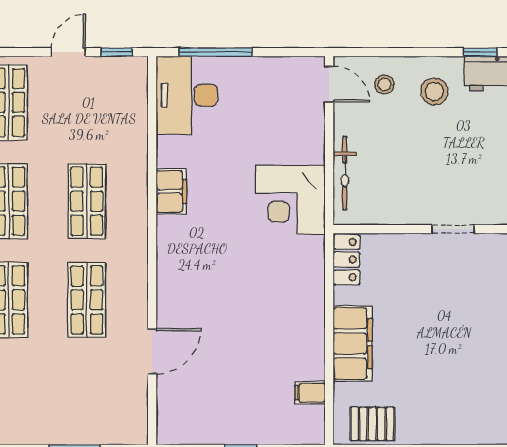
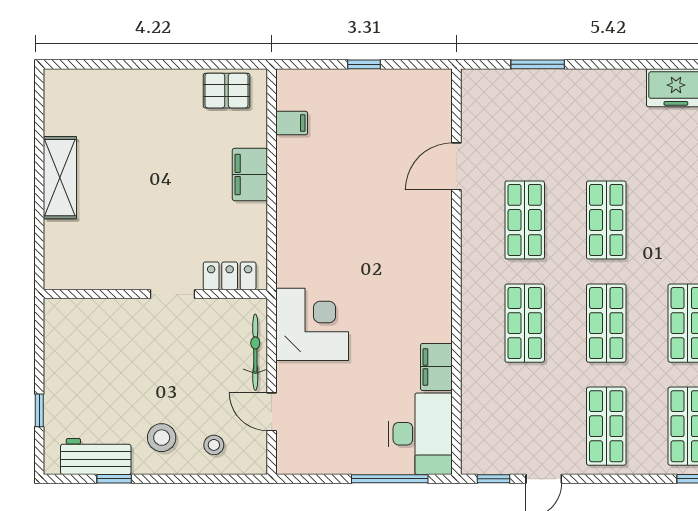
door: (329, 84) -> (272, 412), moved
filing cabinet: (171, 191) -> (436, 367), moved
doorway: (453, 229) -> (172, 294), moved
locker: (347, 260) -> (230, 276), moved, turned 90
filing cabinet: (353, 343) -> (250, 175), width x0.67, depth x0.86

